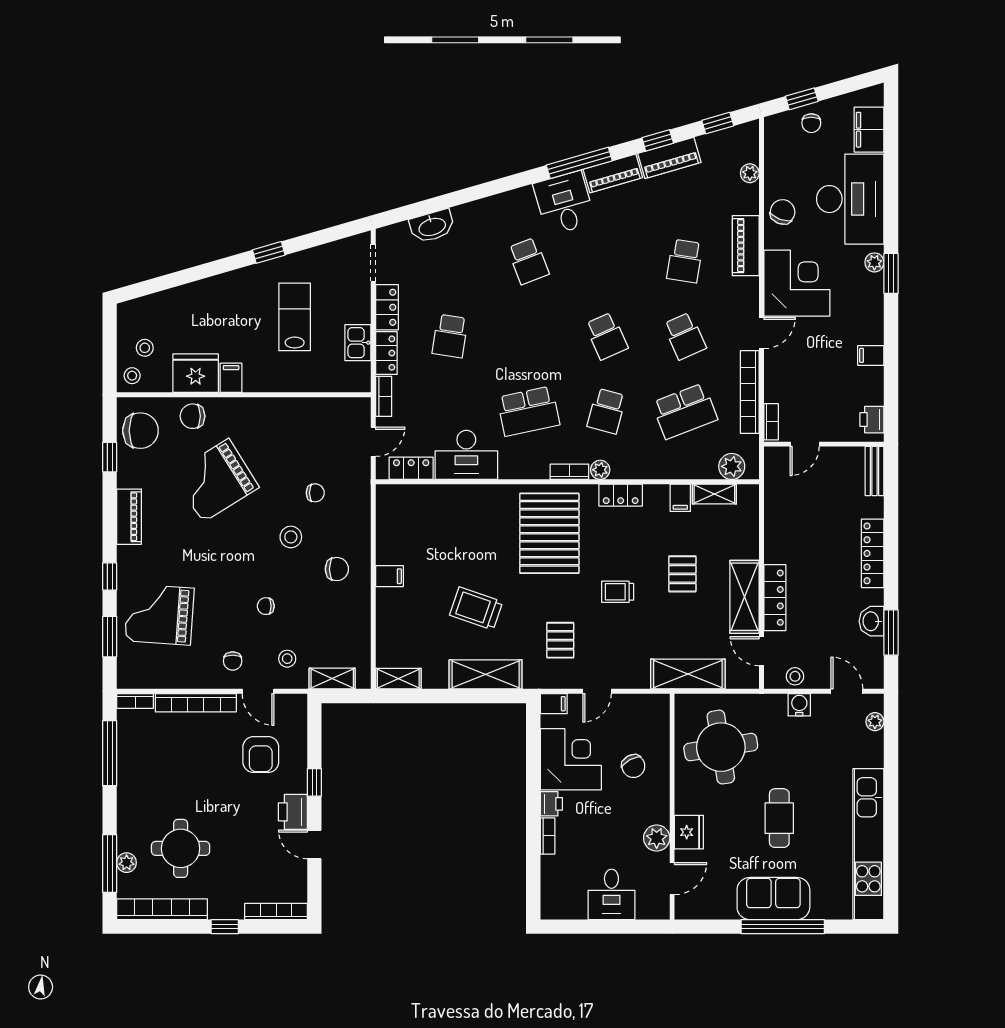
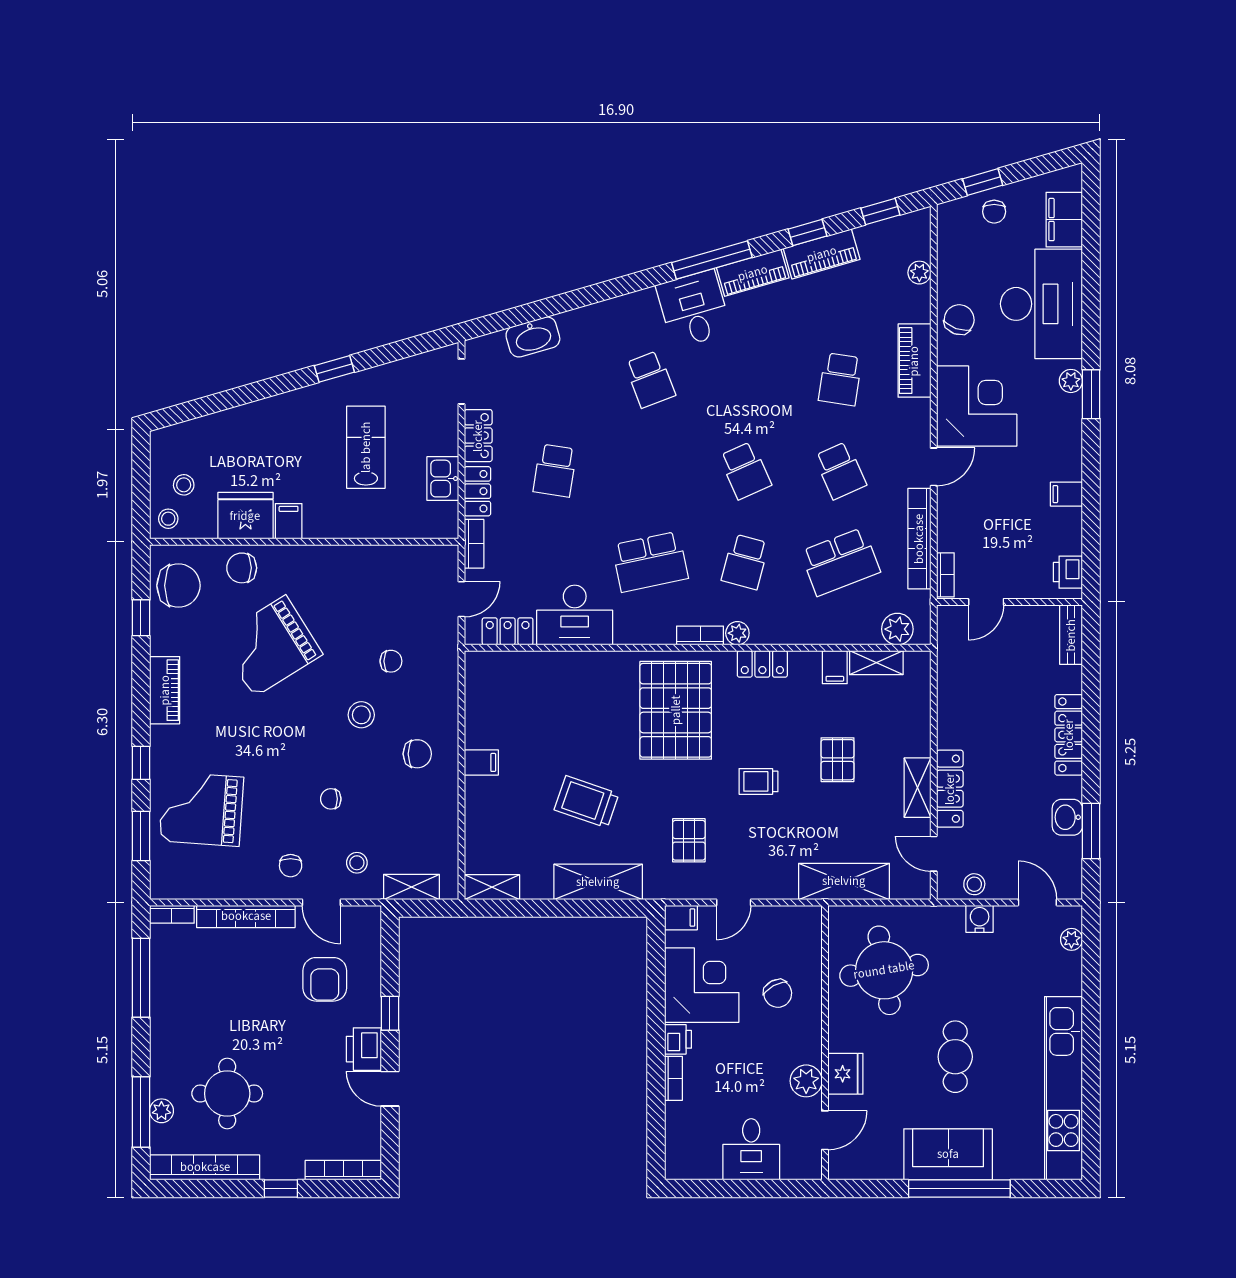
shelving: (745, 597) -> (917, 788), width x0.67, depth x0.75

